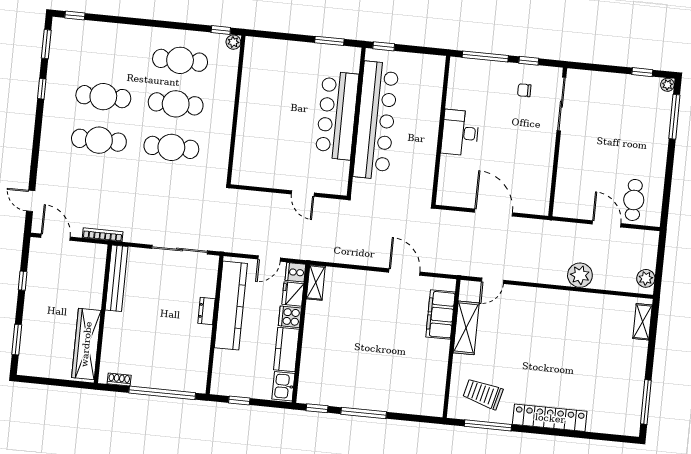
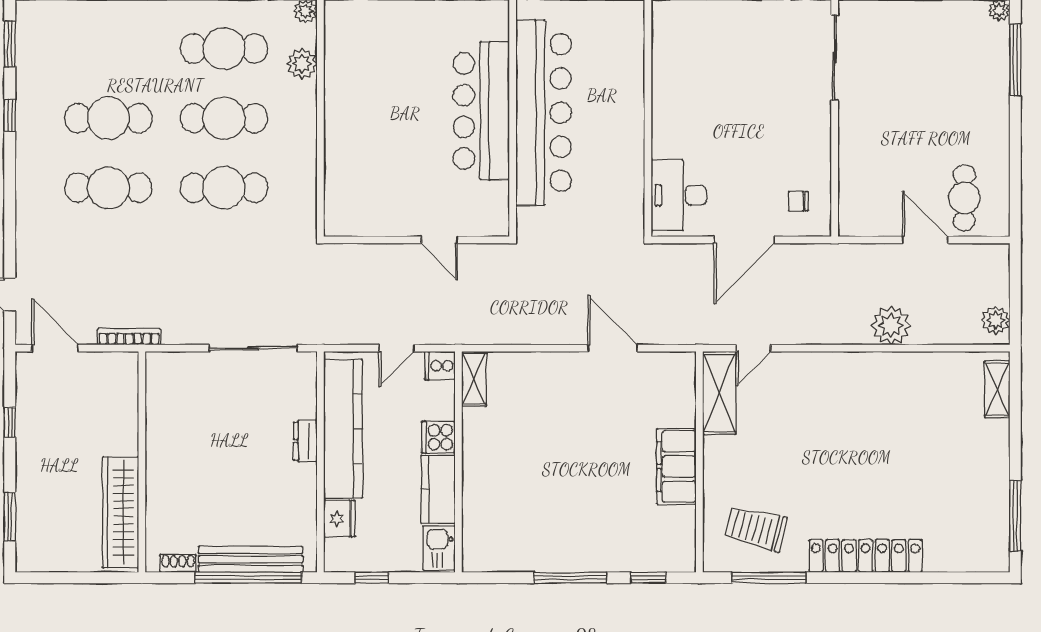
plant: (228, 75) -> (302, 64), added
chair: (524, 90) -> (798, 201), moved
desk: (460, 133) -> (679, 195), moved
door: (493, 213) -> (744, 240), swing flipped
bench: (117, 278) -> (251, 559), moved, turned 90
fridge: (293, 294) -> (339, 519), moved, turned 180
filing cabinet: (440, 314) -> (676, 466), moved
shelving: (466, 328) -> (719, 393), moved
window: (317, 408) -> (648, 578), moved

